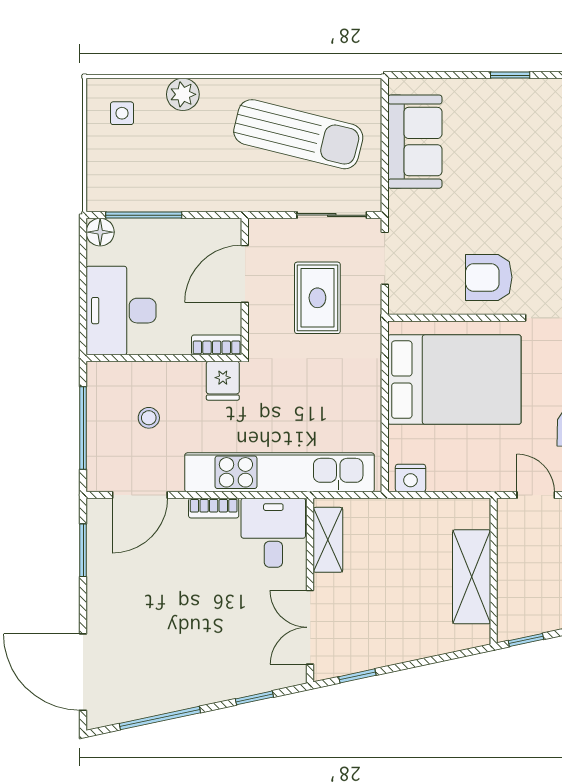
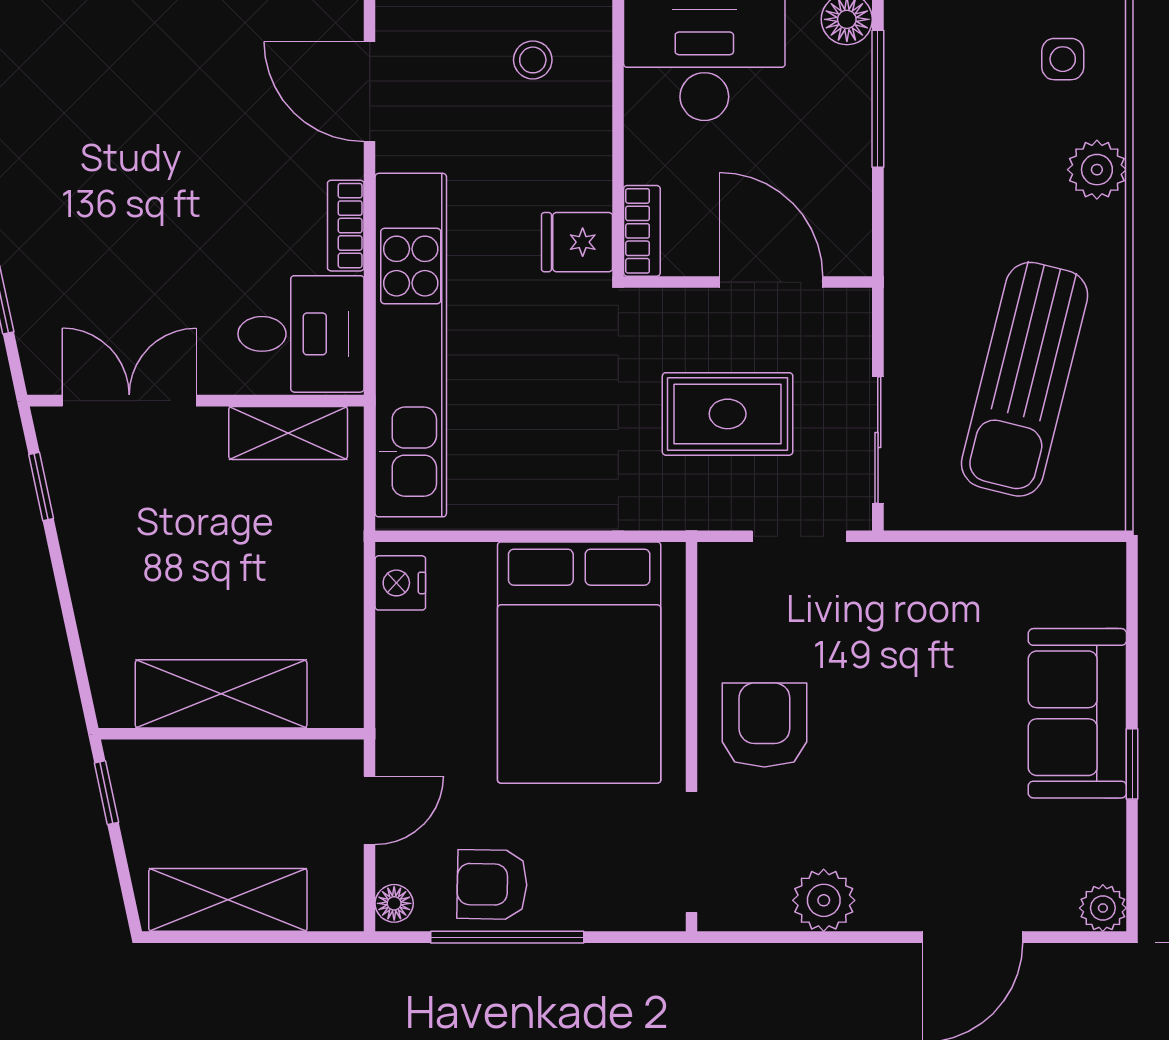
sofa: (415, 142) -> (1077, 713), moved, turned 90
stool: (149, 418) -> (533, 60), moved

